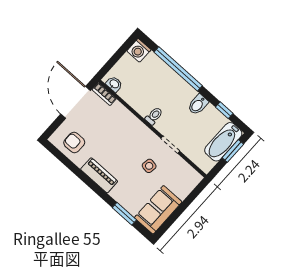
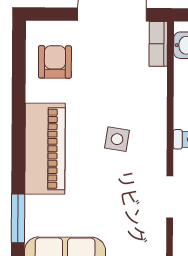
side table: (149, 166) -> (117, 139), moved
piano: (99, 175) -> (45, 149), width x1.37, depth x1.33

